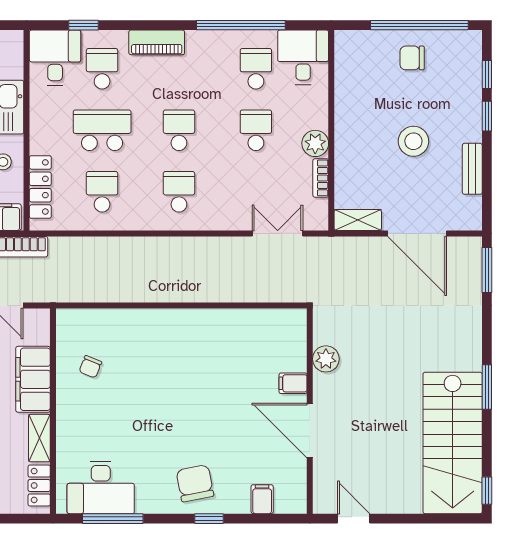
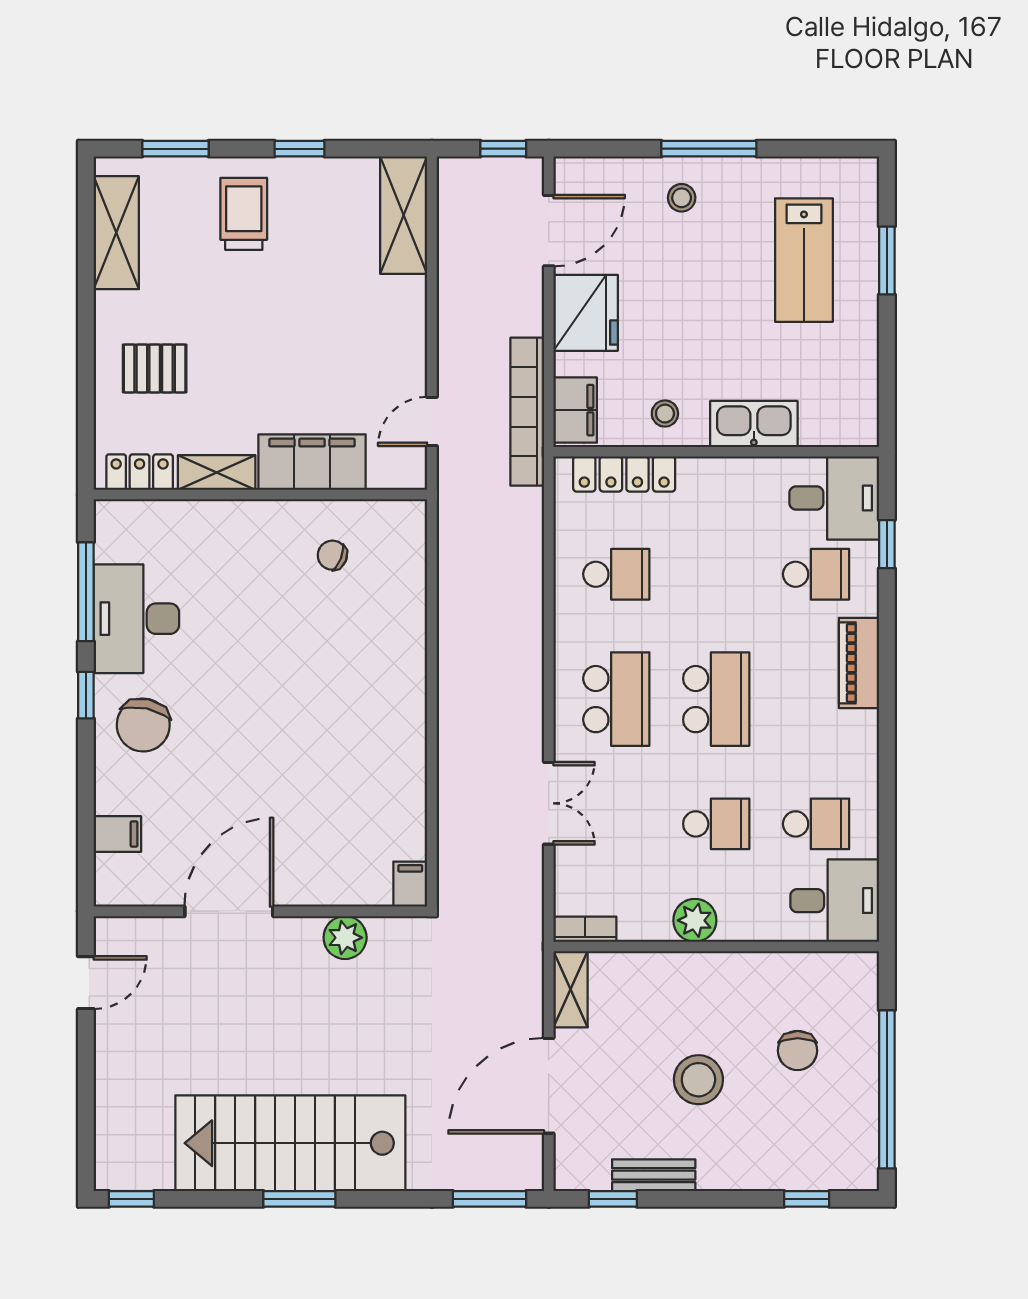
window: (241, 25) -> (887, 800), removed
chair: (412, 58) -> (798, 1051), moved, turned 180
window: (487, 116) -> (613, 1199), moved
school desk: (102, 130) -> (716, 574), removed
school desk: (179, 130) -> (716, 699), width x1.85
bookcase: (321, 178) -> (585, 929), moved
school desk: (179, 192) -> (616, 699), width x1.85
double door: (278, 233) -> (549, 803), moved
filing cabinet: (293, 383) -> (410, 884), moved
stairs: (453, 443) -> (290, 1143), moved
chair: (195, 483) -> (143, 725), turned 113
desk: (101, 487) -> (136, 619), moved
window: (209, 519) -> (86, 695), moved

